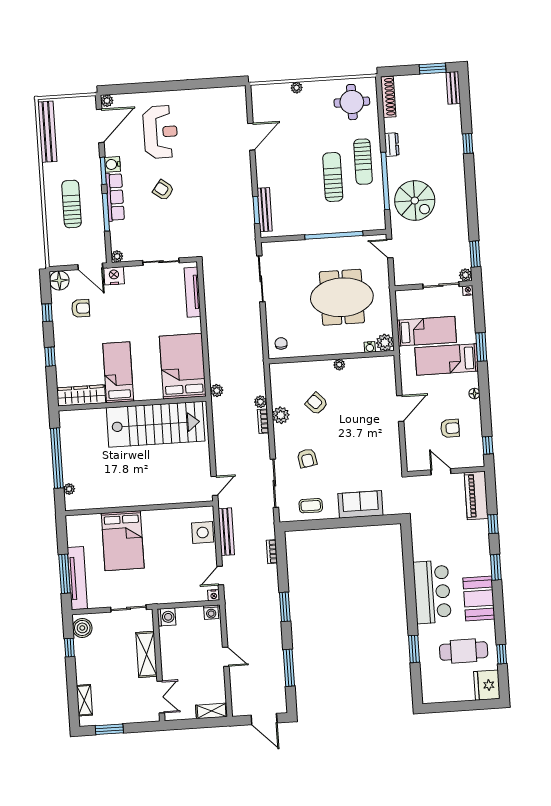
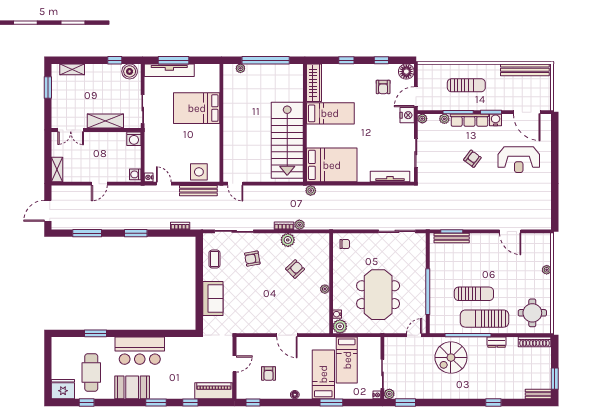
plant: (107, 101) -> (444, 119), moved
sun lounger: (363, 162) -> (485, 319), width x1.36, depth x1.34

